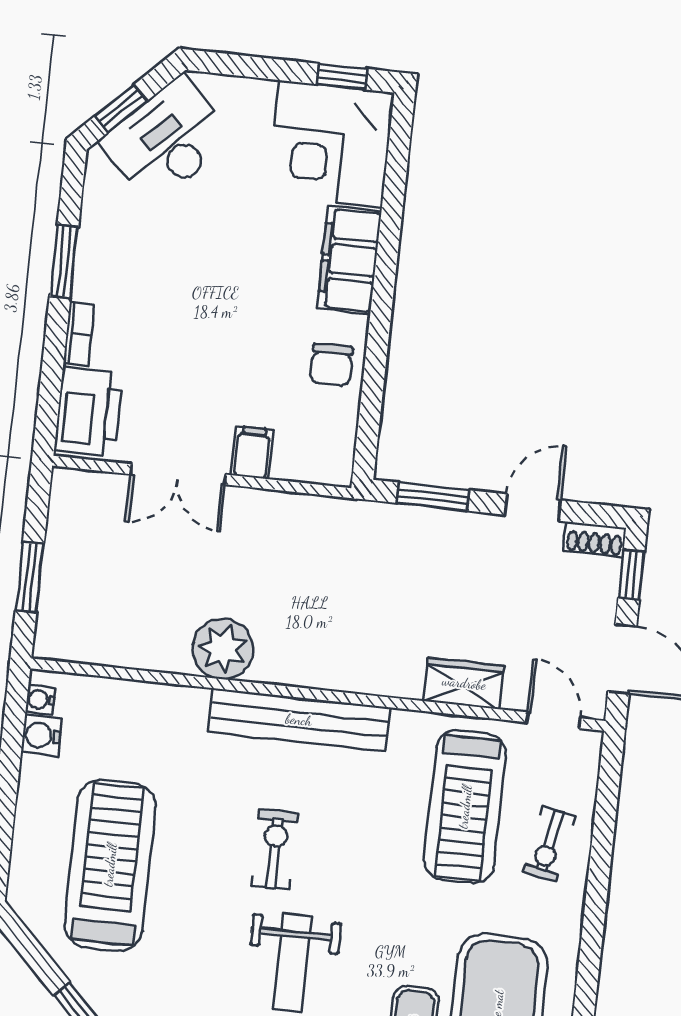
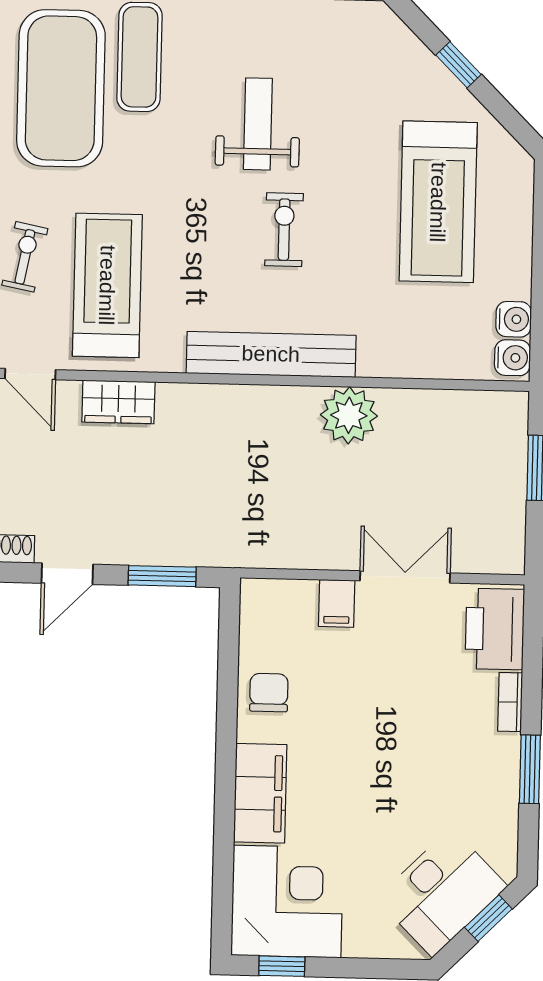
water cooler: (40, 700) -> (512, 358), width x1.38, depth x1.38
exercise bike: (275, 850) -> (284, 230), turned 180

